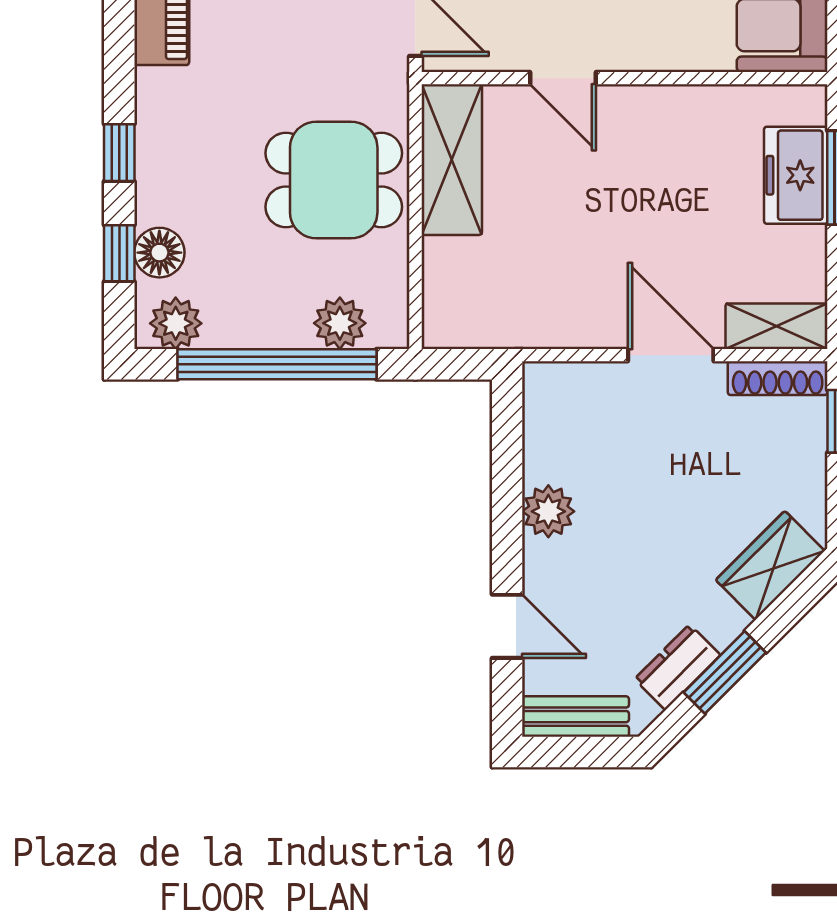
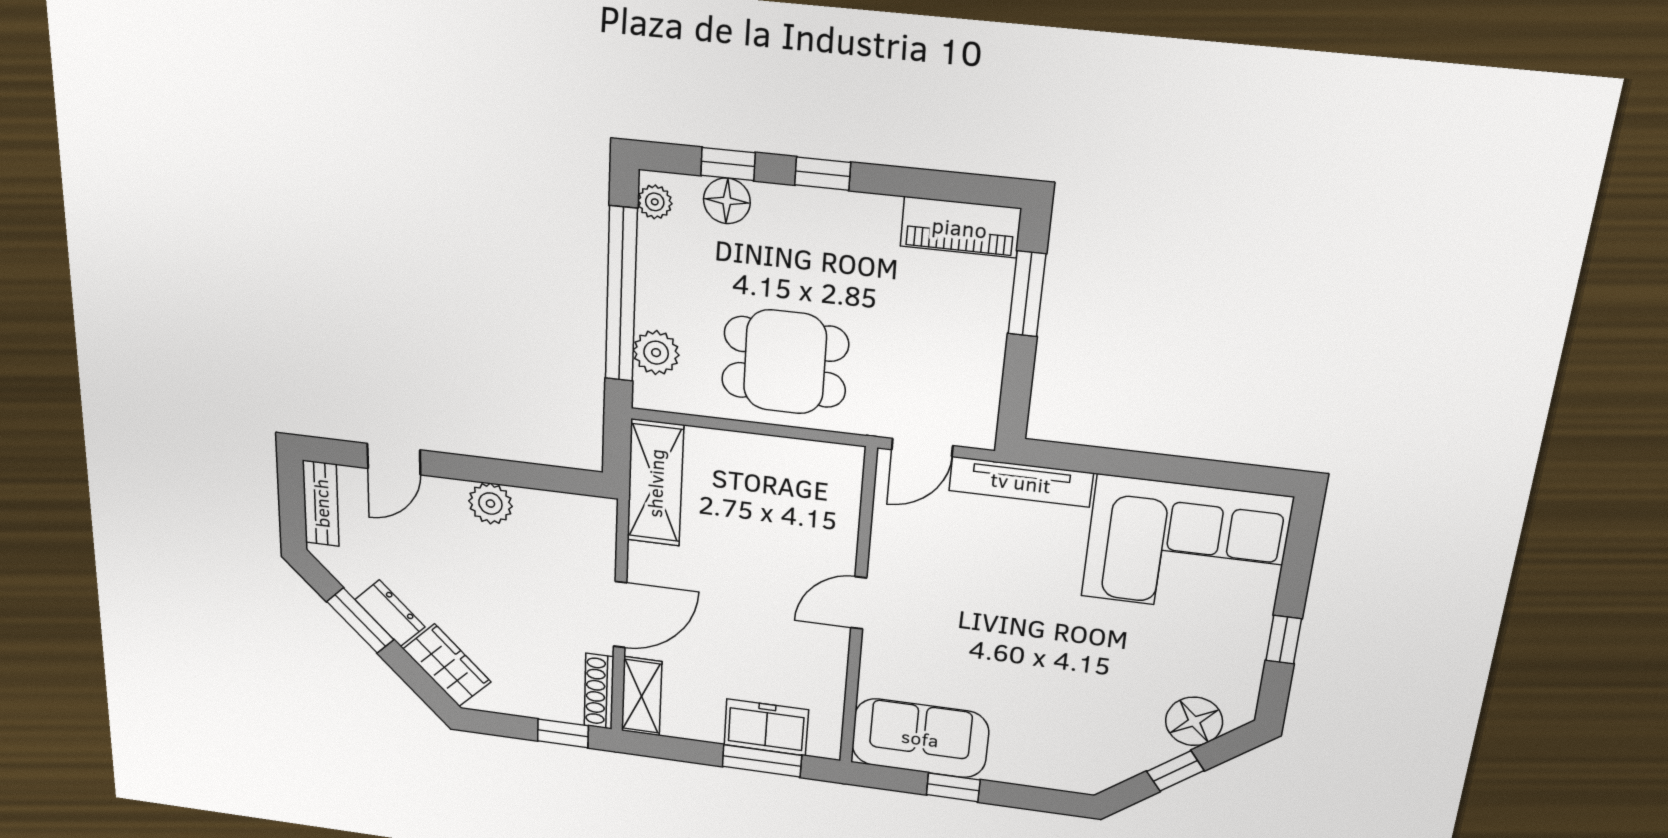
door: (563, 78) -> (859, 603), moved
shelving: (452, 160) -> (655, 483), moved, turned 90
dining table: (334, 180) -> (785, 362), turned 90
plant: (176, 323) -> (655, 202), width x0.73, depth x0.73
dresser: (677, 667) -> (390, 613), moved

